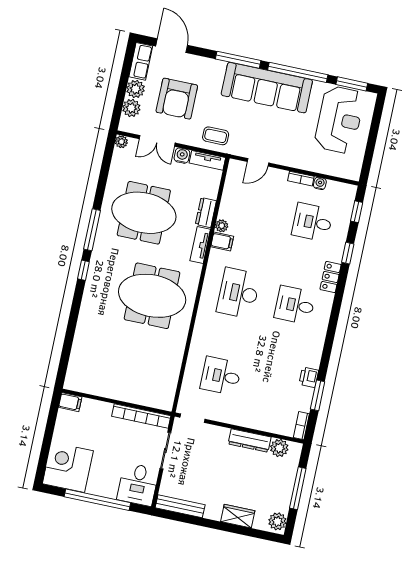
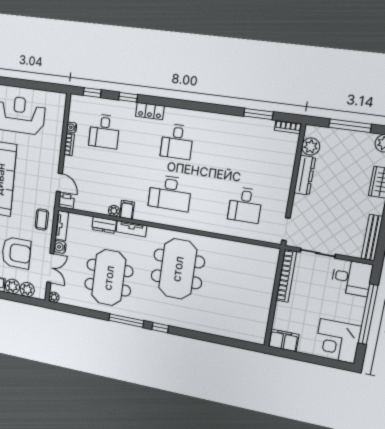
printer: (309, 377) -> (66, 201), moved, turned 180
filing cabinet: (70, 402) -> (283, 340), width x2.00

